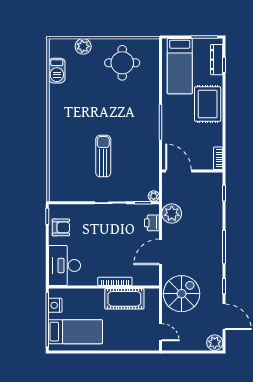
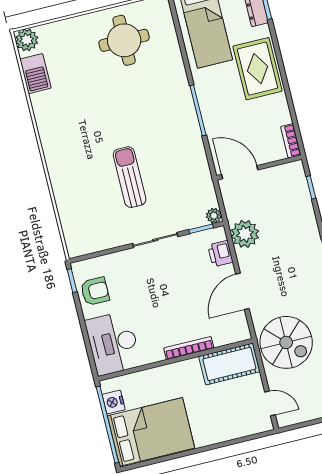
plant: (83, 46) -> (27, 40), moved
spiral stairs: (182, 294) -> (286, 342), turned 90
cot: (124, 299) -> (229, 364), moved
bed: (75, 332) -> (151, 432), width x1.50

